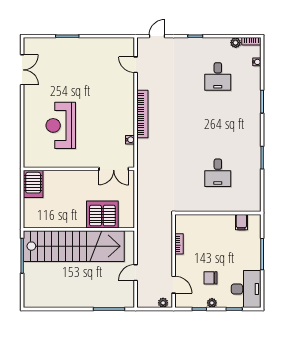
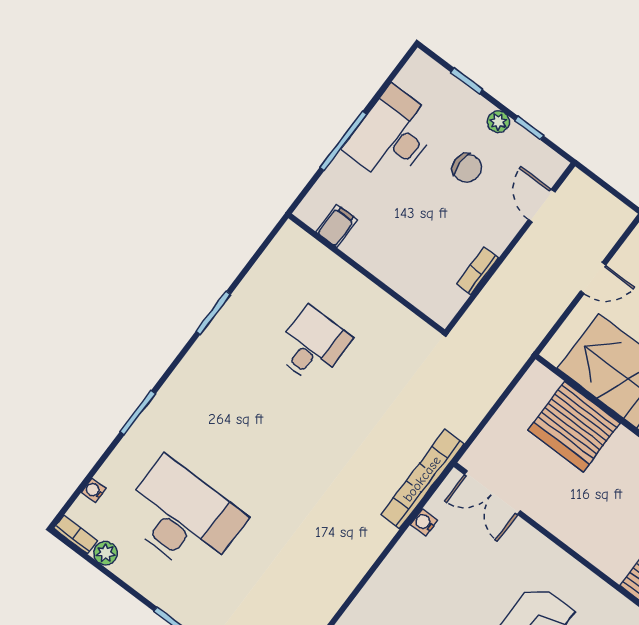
desk: (218, 76) -> (183, 517), width x1.87, depth x1.30
bookcase: (142, 114) -> (422, 479), moved
double door: (114, 169) -> (492, 493), swing flipped
desk: (246, 289) -> (392, 135), moved
plant: (163, 303) -> (585, 188), removed

